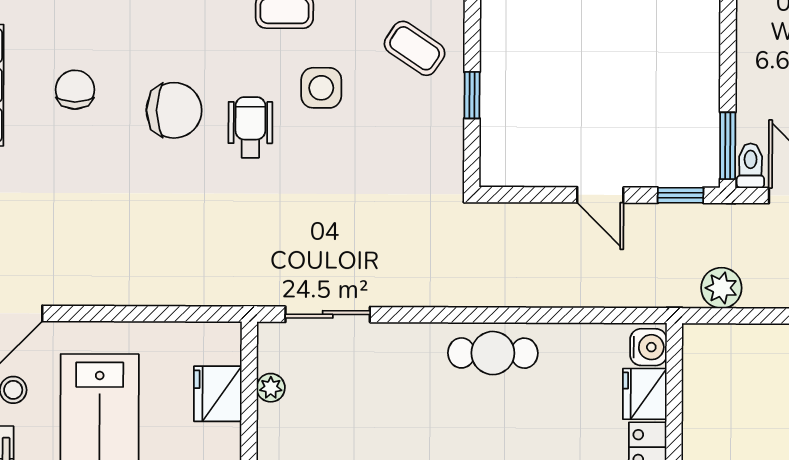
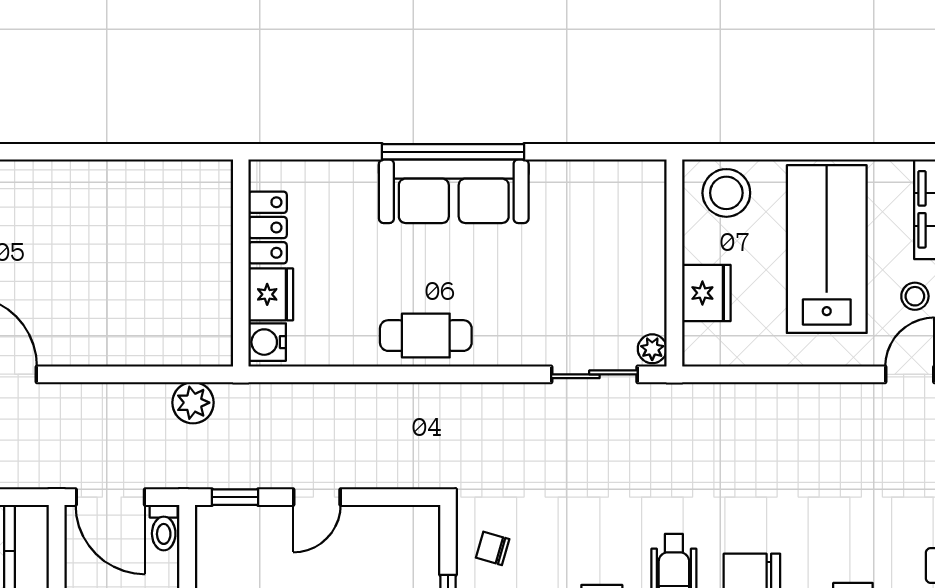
chair: (428, 144) -> (493, 548), added
window: (728, 146) -> (187, 548), removed
door: (600, 195) -> (317, 497), swing flipped
plant: (271, 388) -> (652, 349), moved

